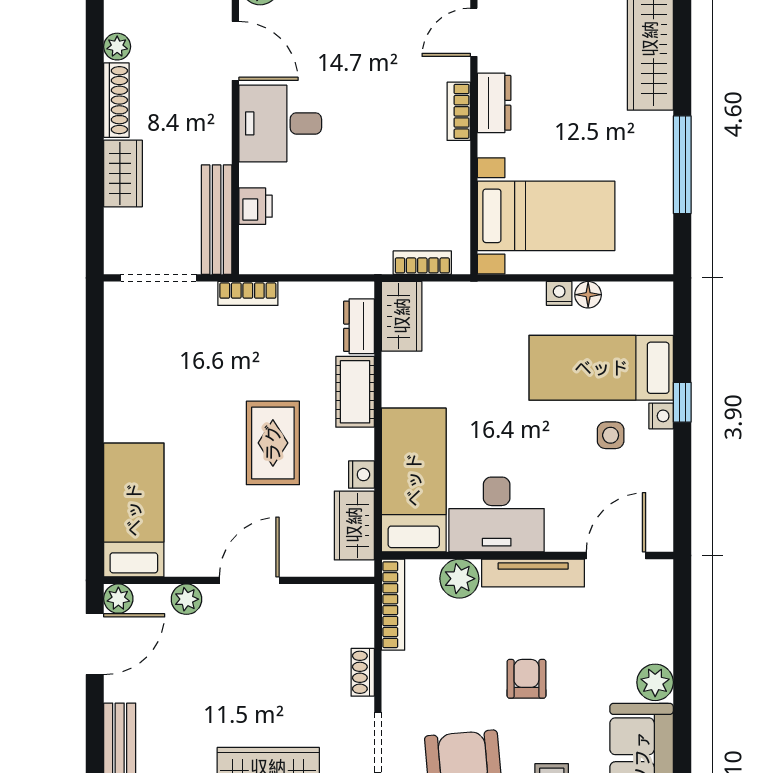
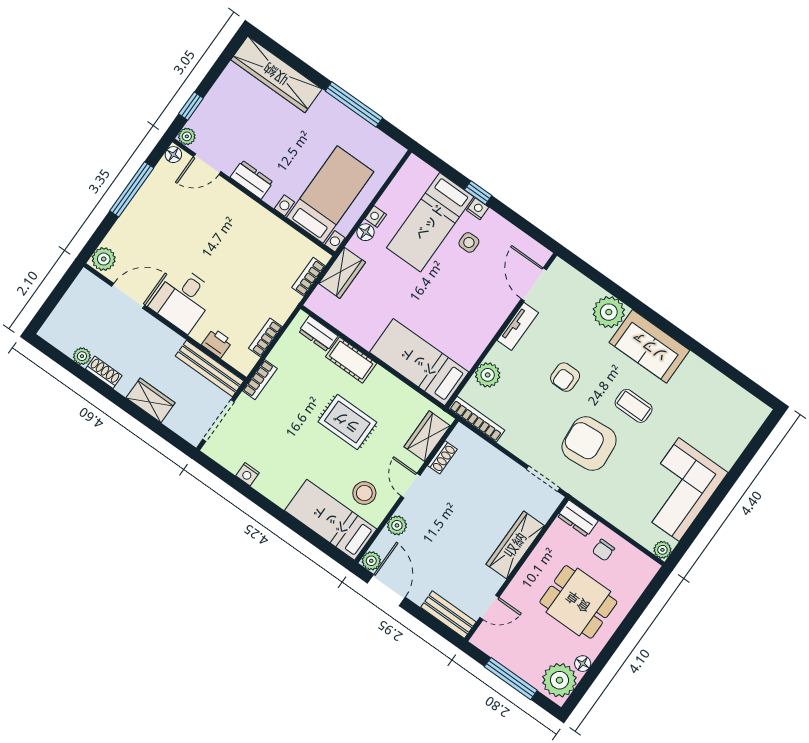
door: (474, 32) -> (207, 164), hinge flipped
shoe rack: (116, 100) -> (104, 372), width x0.70
bookcase: (459, 111) -> (265, 338), moved, turned 90
floor lamp: (588, 295) -> (365, 232), moved
wardrobe: (402, 316) -> (342, 273), moved, turned 90
nightstand: (361, 475) -> (248, 474), moved, turned 180
desk: (497, 515) -> (468, 332), removed
wardrobe: (354, 525) -> (427, 436), moved, turned 90
stool: (198, 529) -> (364, 493), added
tv unit: (533, 573) -> (518, 326), width x0.71
door: (249, 580) -> (410, 486), width x0.73
shoe rack: (363, 672) -> (442, 457), moved, turned -90
armchair: (526, 679) -> (565, 377), turned -90
plant: (655, 682) -> (609, 312), width x1.36, depth x1.36

